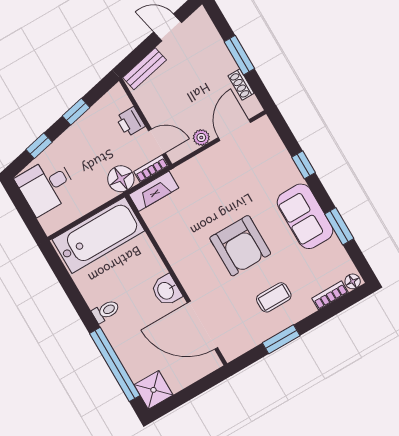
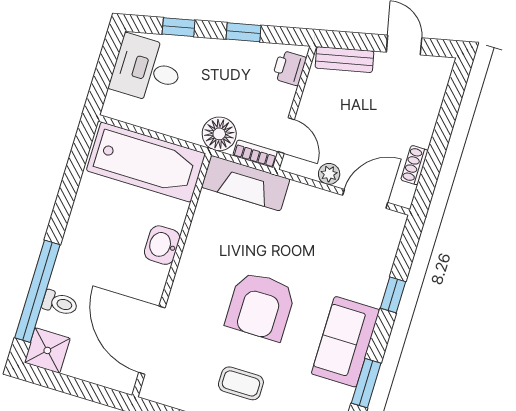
window: (239, 55) -> (441, 138), removed
printer: (130, 122) -> (289, 68), moved
fireplace: (154, 191) -> (246, 183), width x1.37, depth x1.32
washbasin: (166, 290) -> (162, 245), moved
toilet: (106, 311) -> (60, 303), moved

